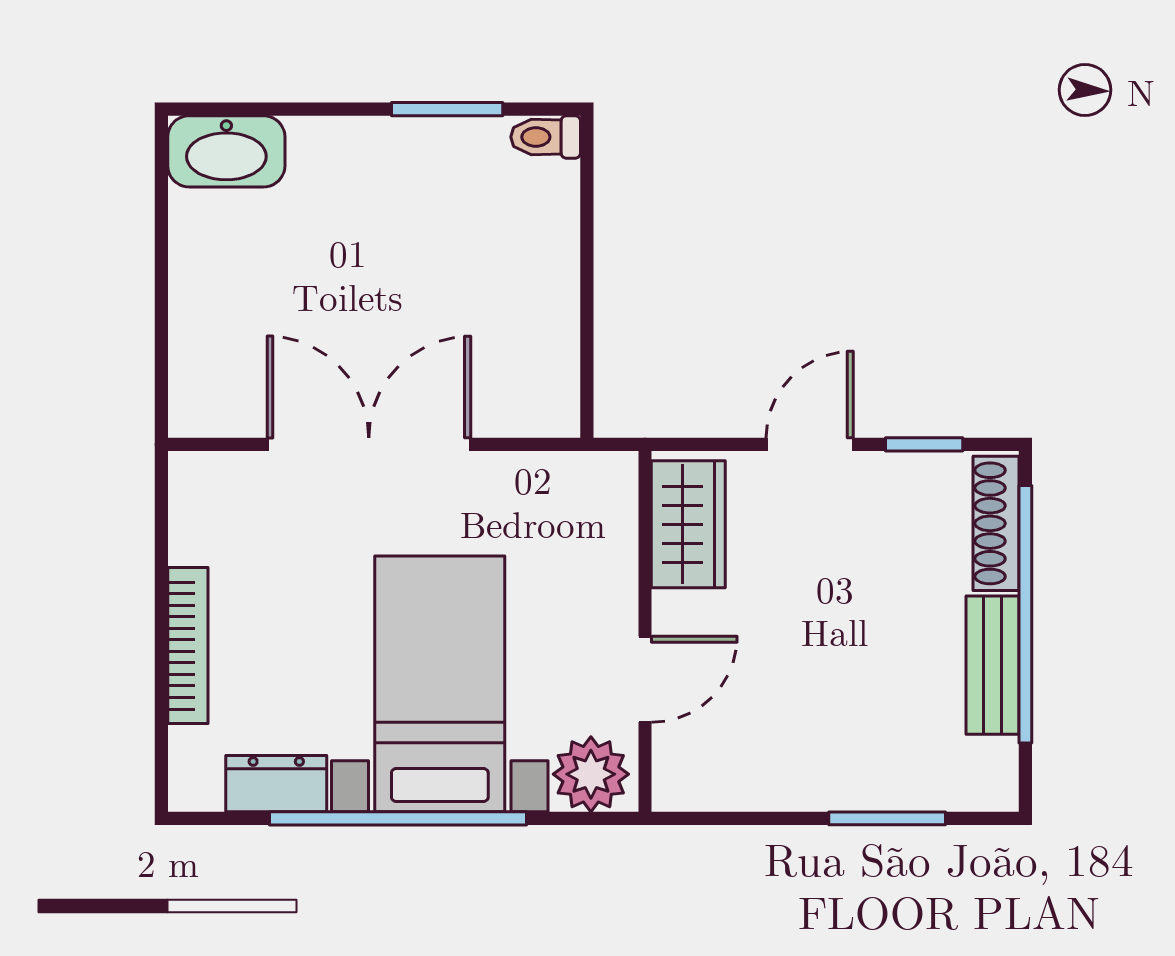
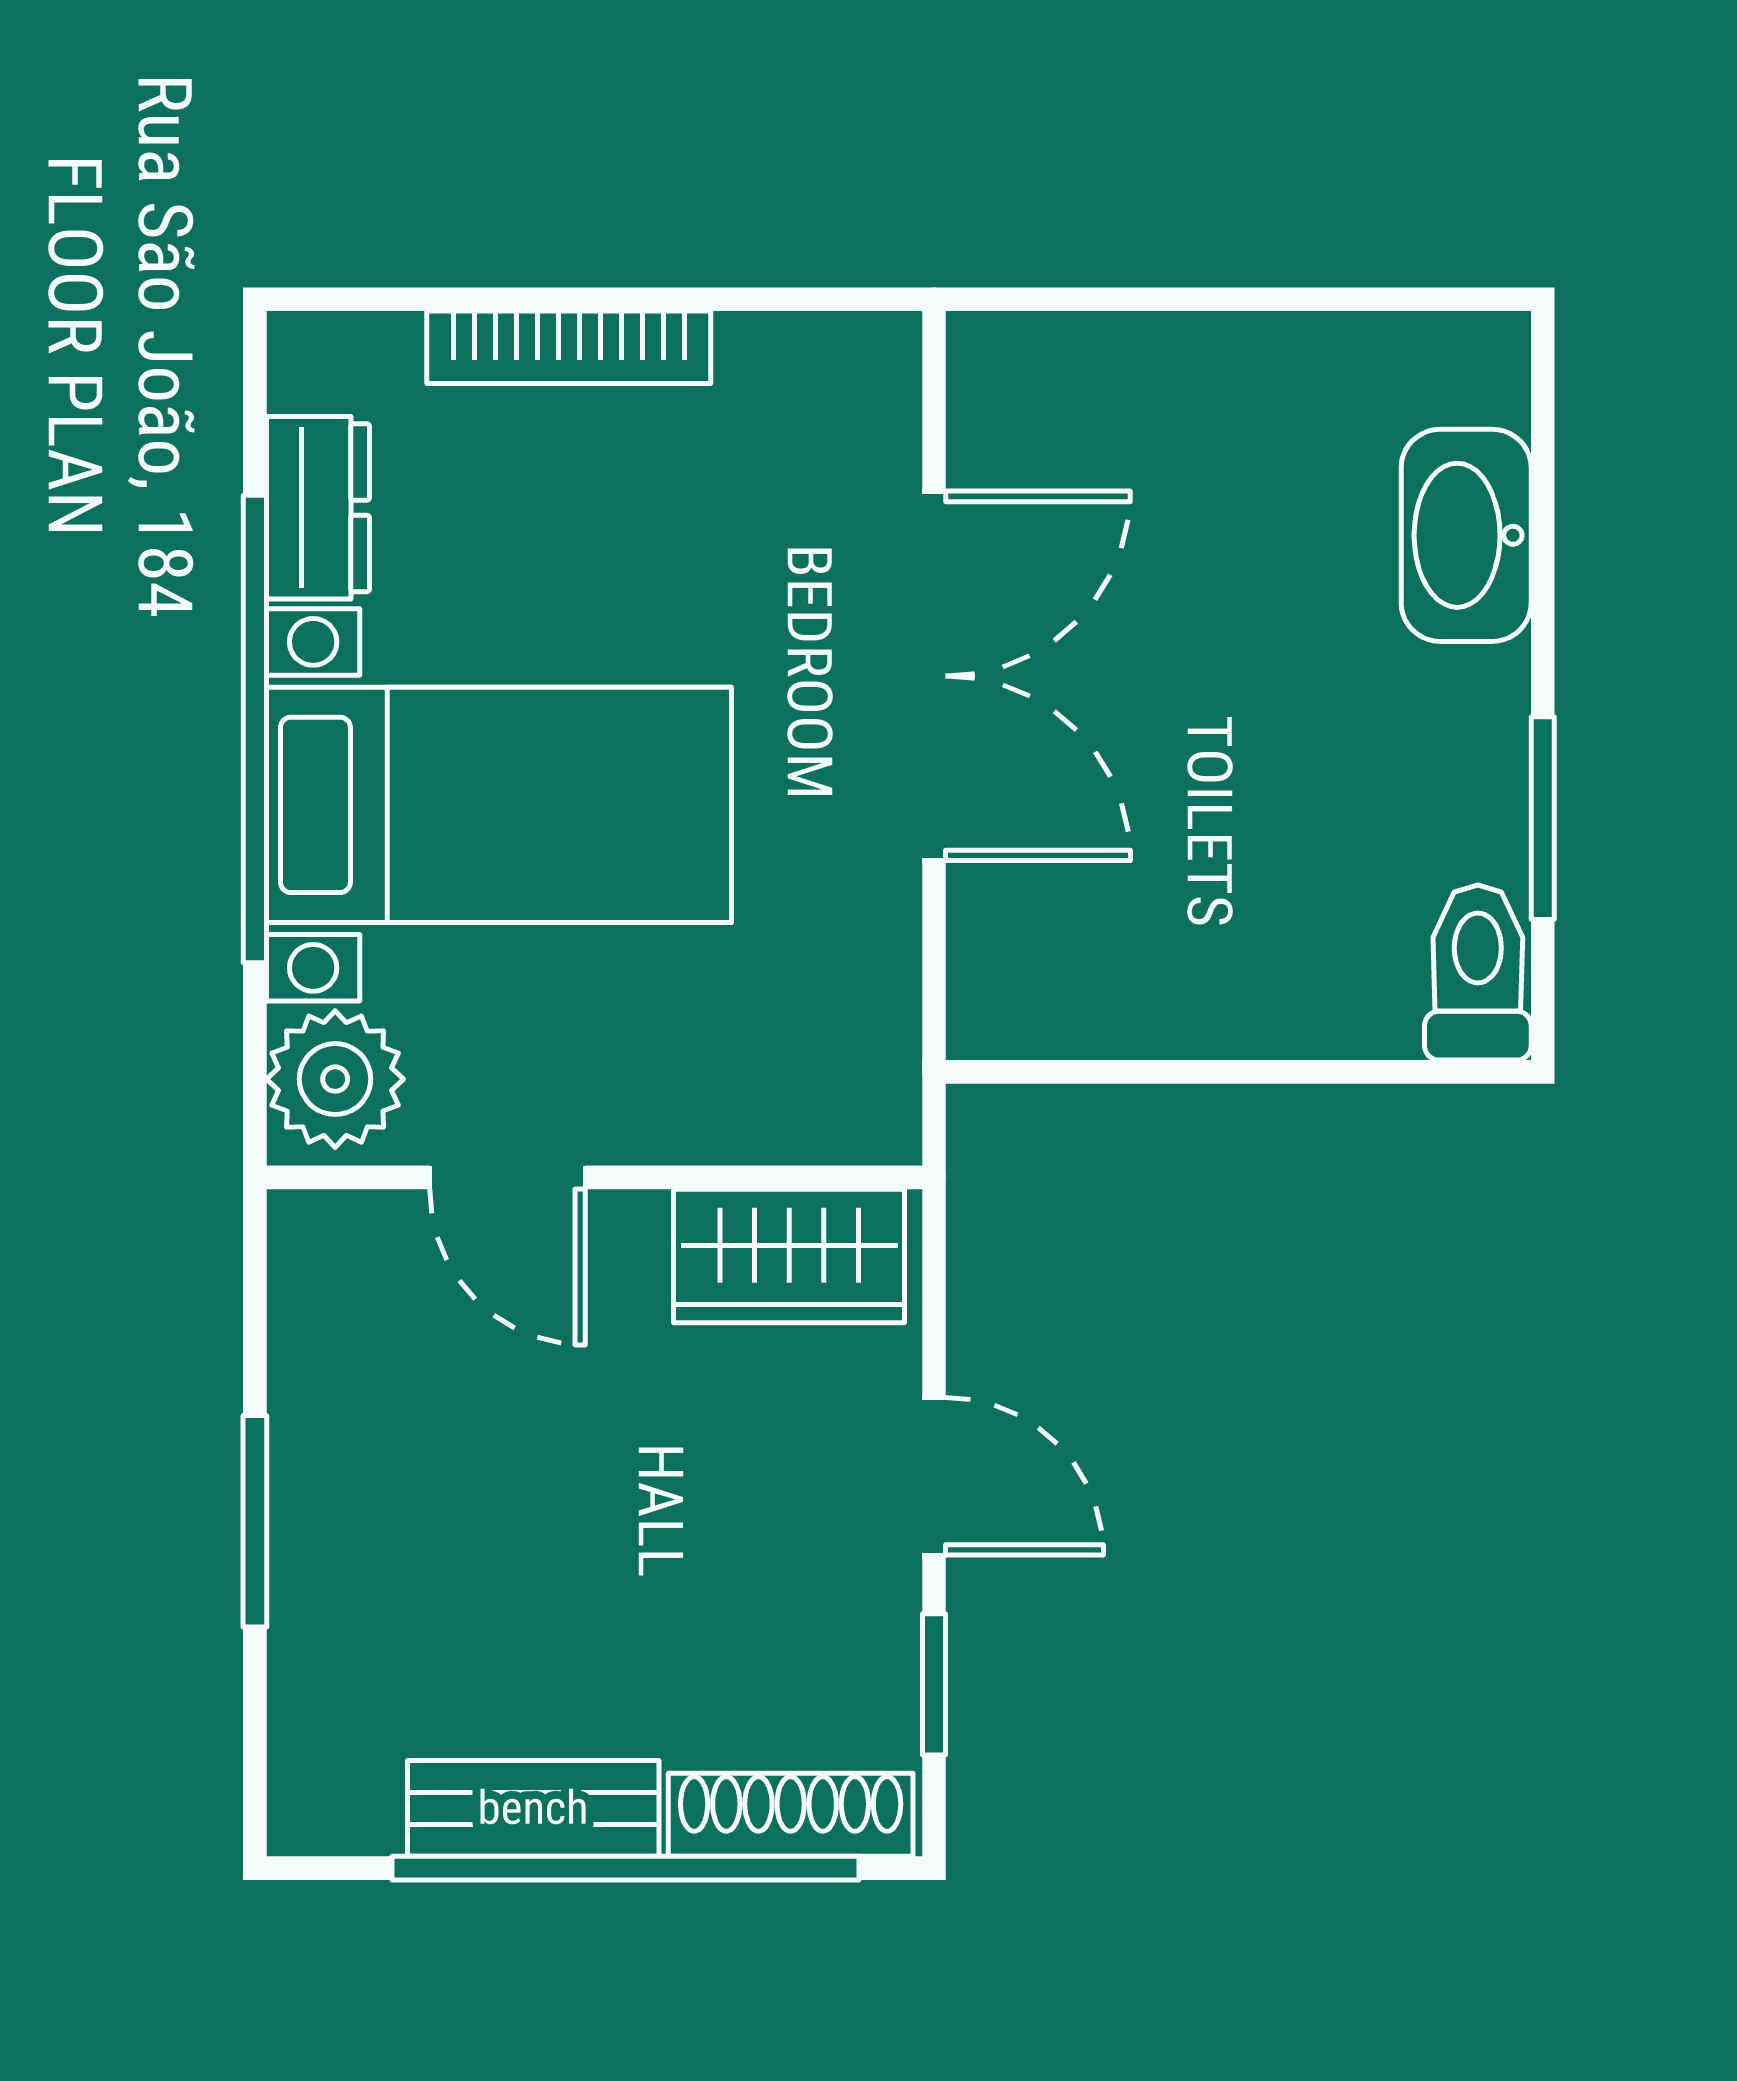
toilet: (546, 137) -> (1478, 973), width x1.37, depth x1.39
washbasin: (226, 151) -> (1466, 535), moved
window: (887, 818) -> (255, 1521), moved

